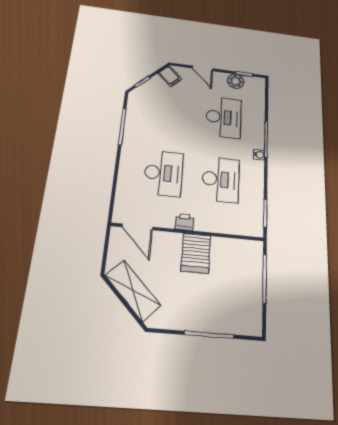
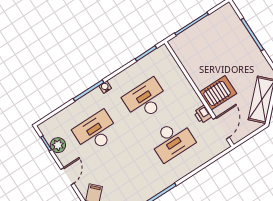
desk: (164, 173) -> (172, 140), turned 180
printer: (184, 222) -> (203, 114), moved
server rack: (196, 253) -> (218, 93), moved

